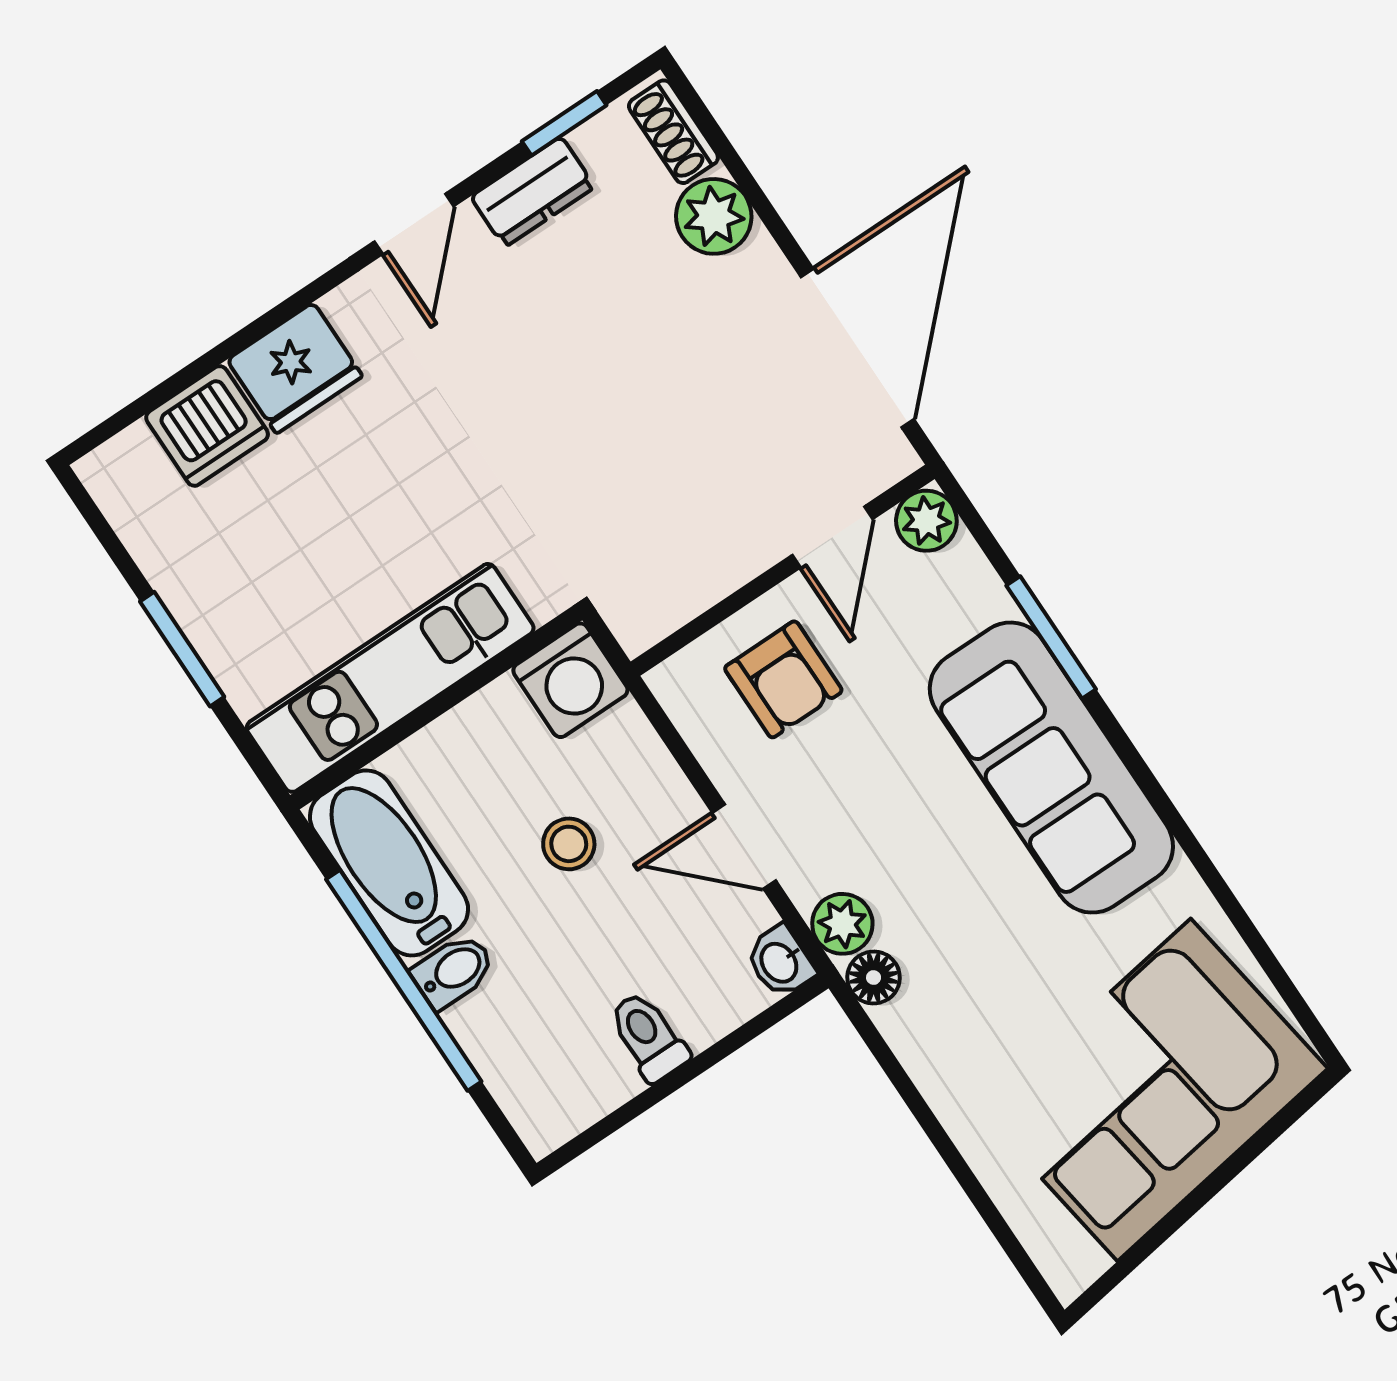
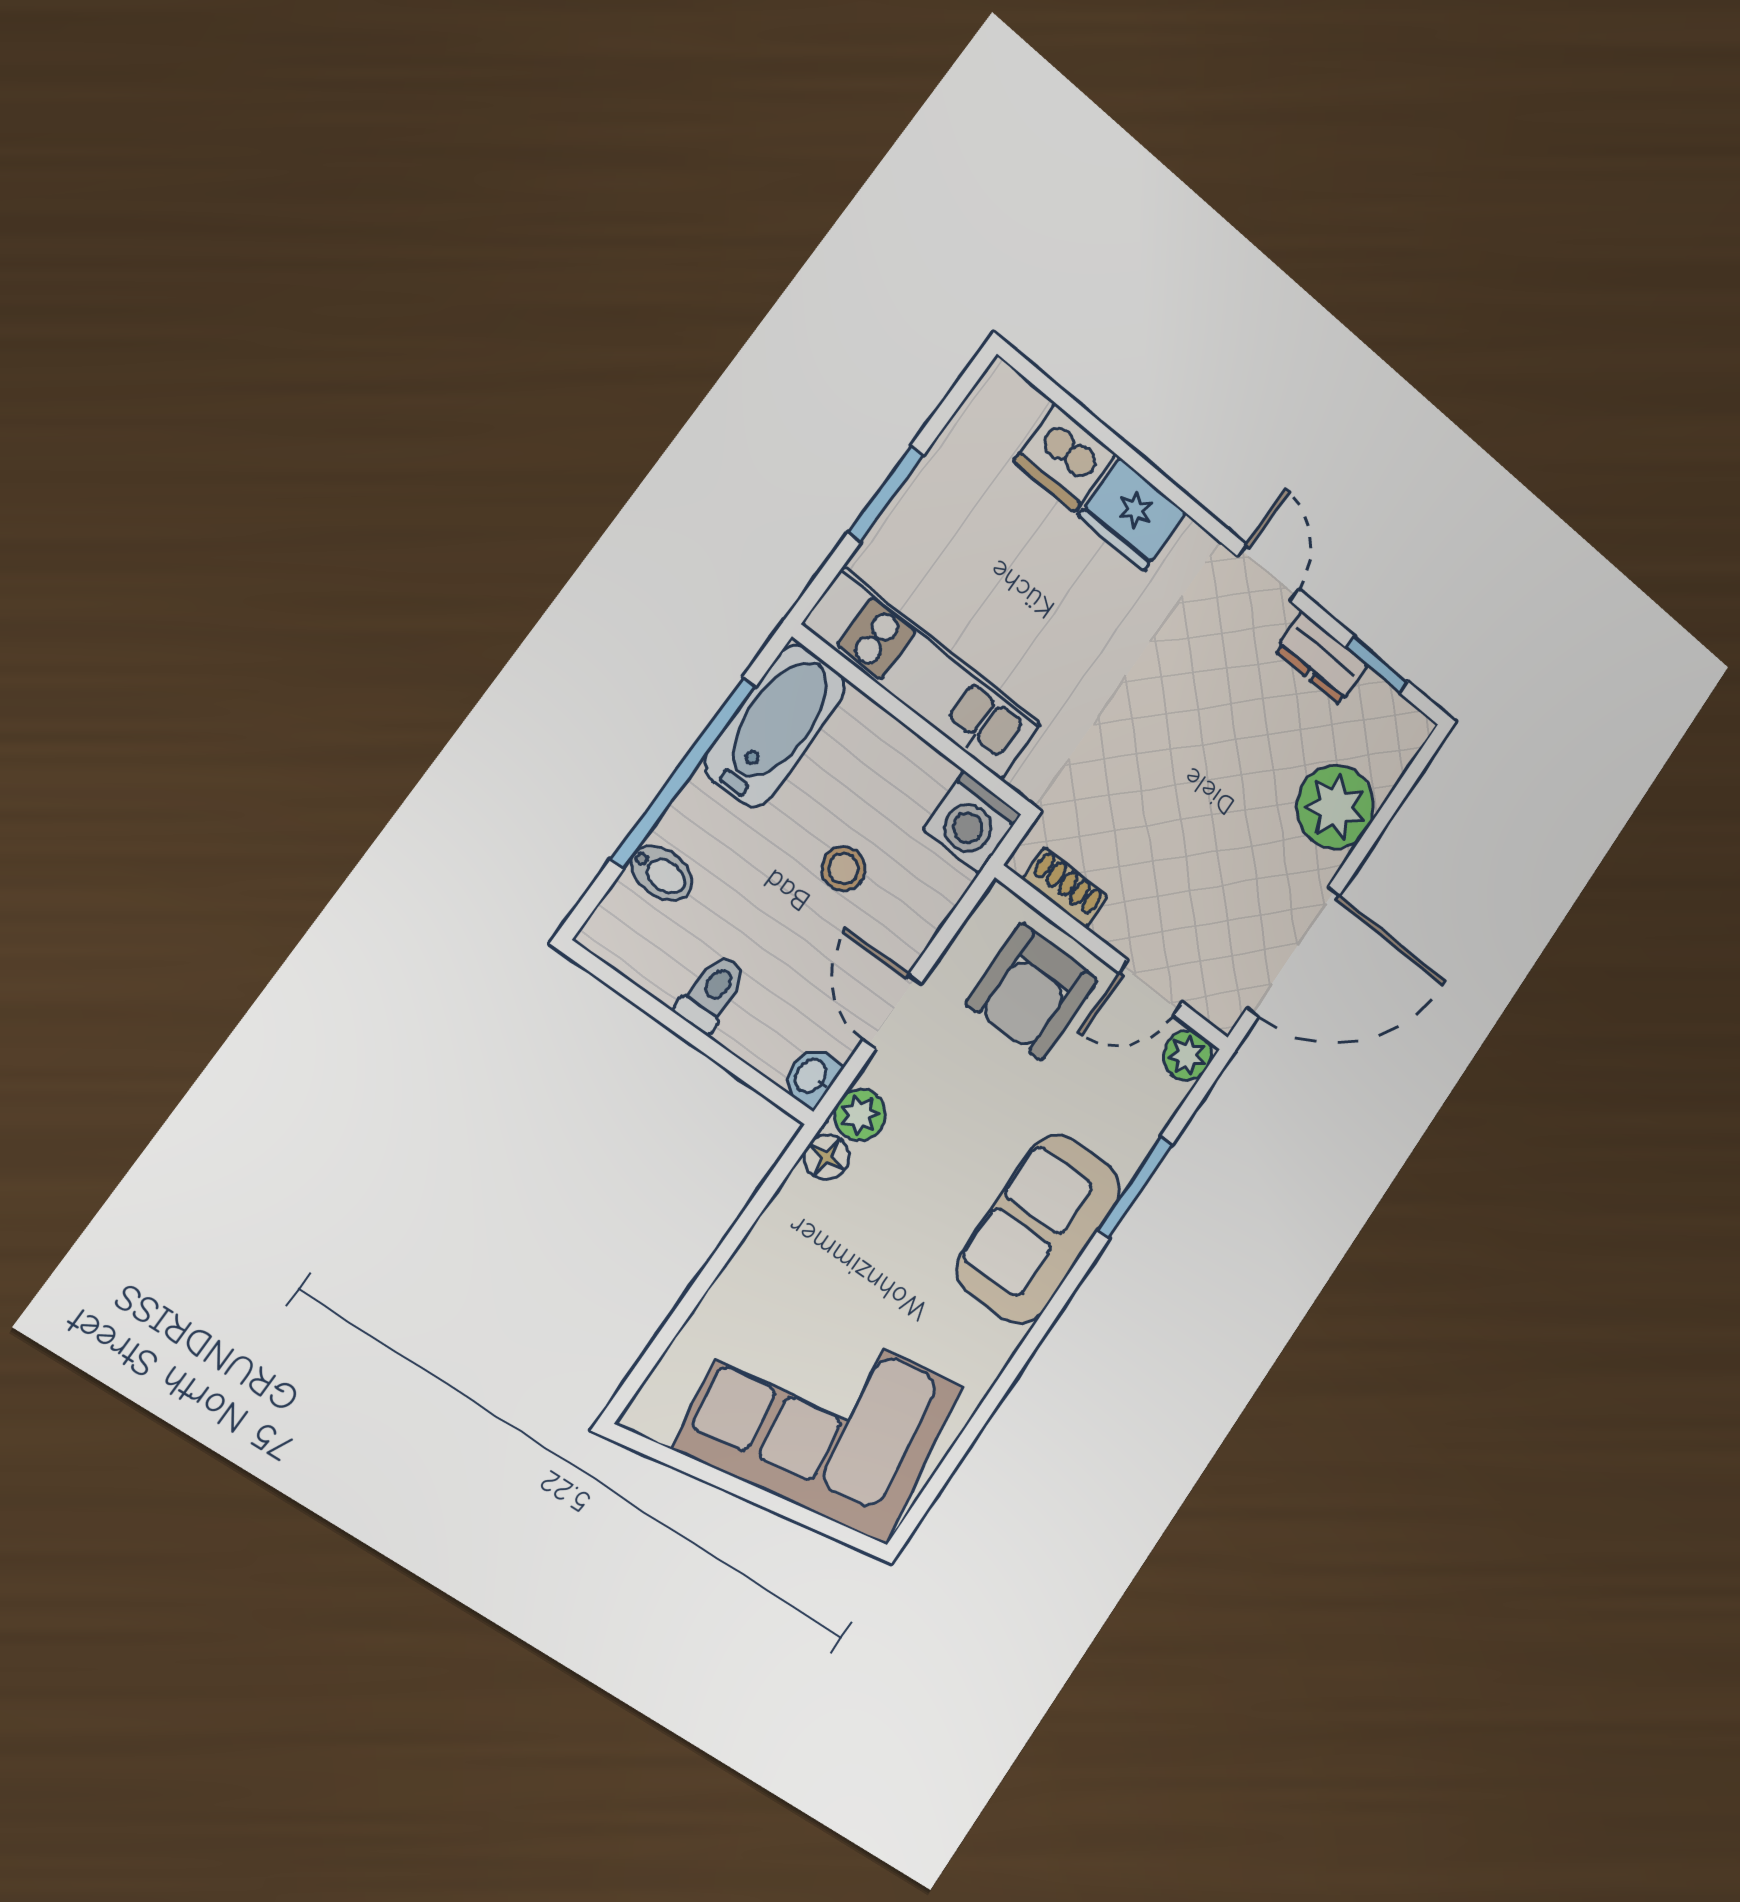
shoe rack: (673, 132) -> (1065, 888), moved, turned 90
plant: (714, 216) -> (1335, 807), width x1.36, depth x1.36
door: (414, 224) -> (1268, 573), swing flipped
armchair: (783, 679) -> (1032, 992), width x1.38, depth x1.38
sofa: (1051, 768) -> (1039, 1229), width x0.73
bidet: (453, 971) -> (662, 873), moved

